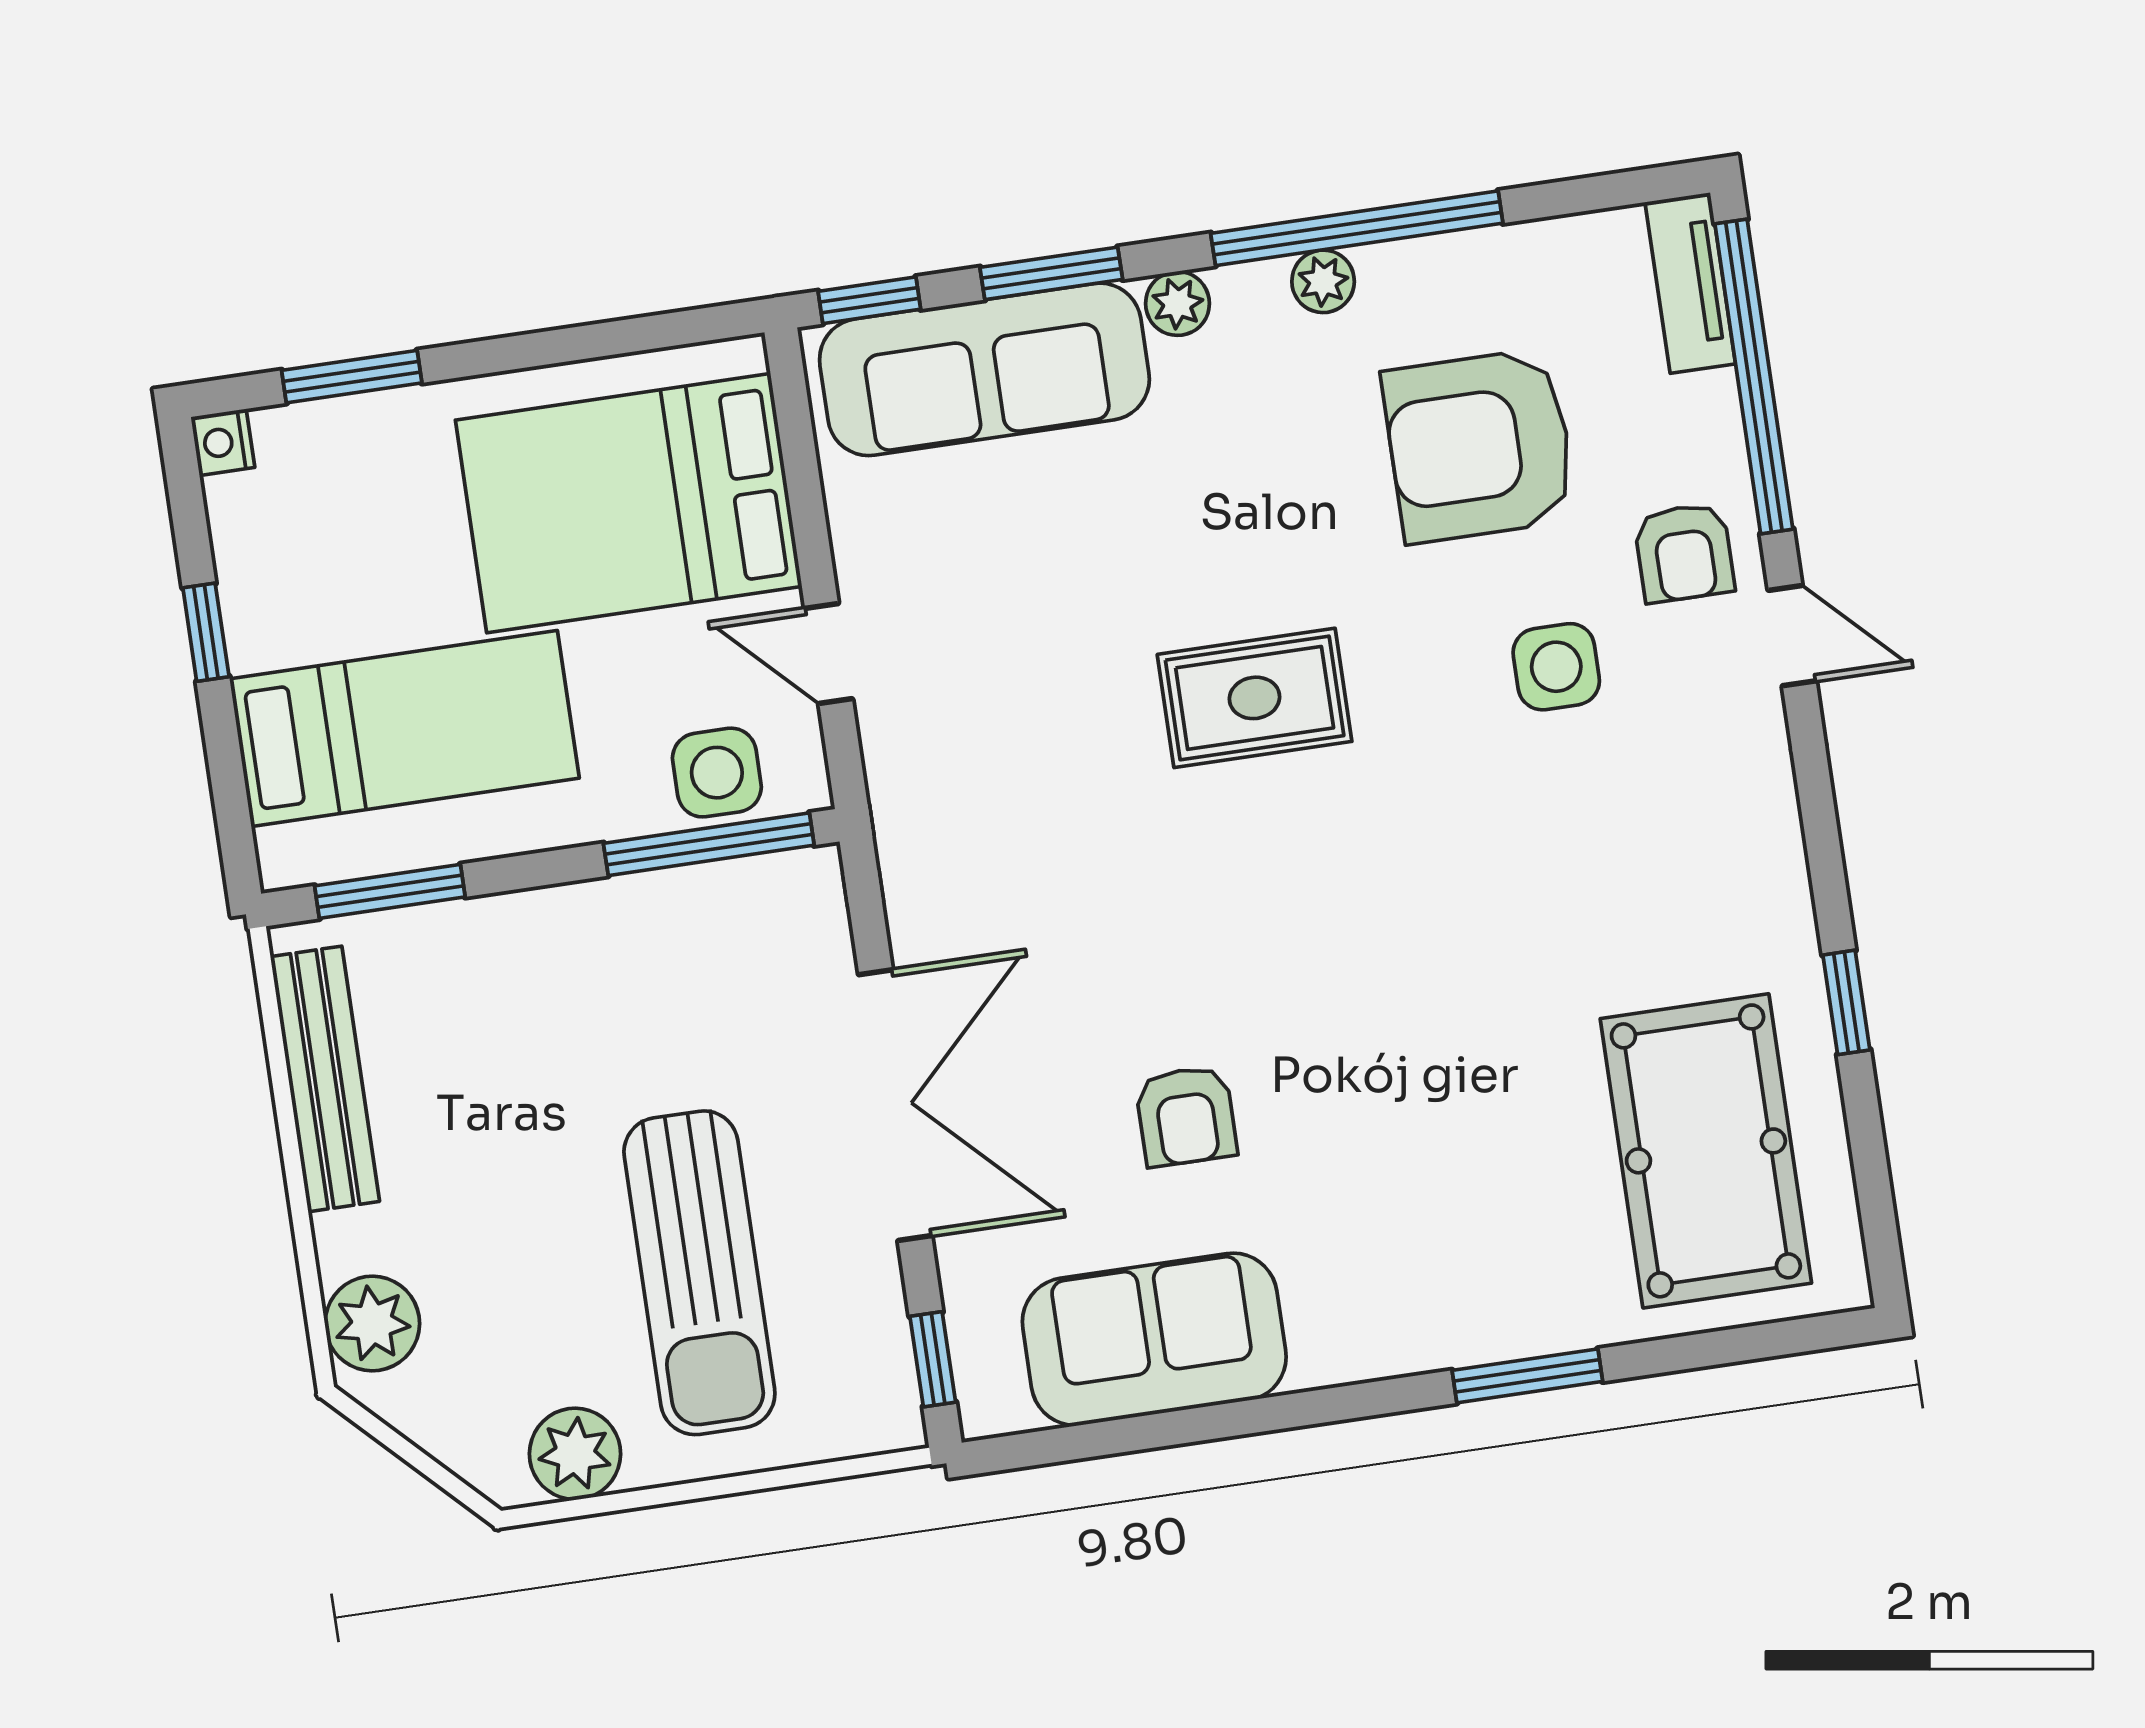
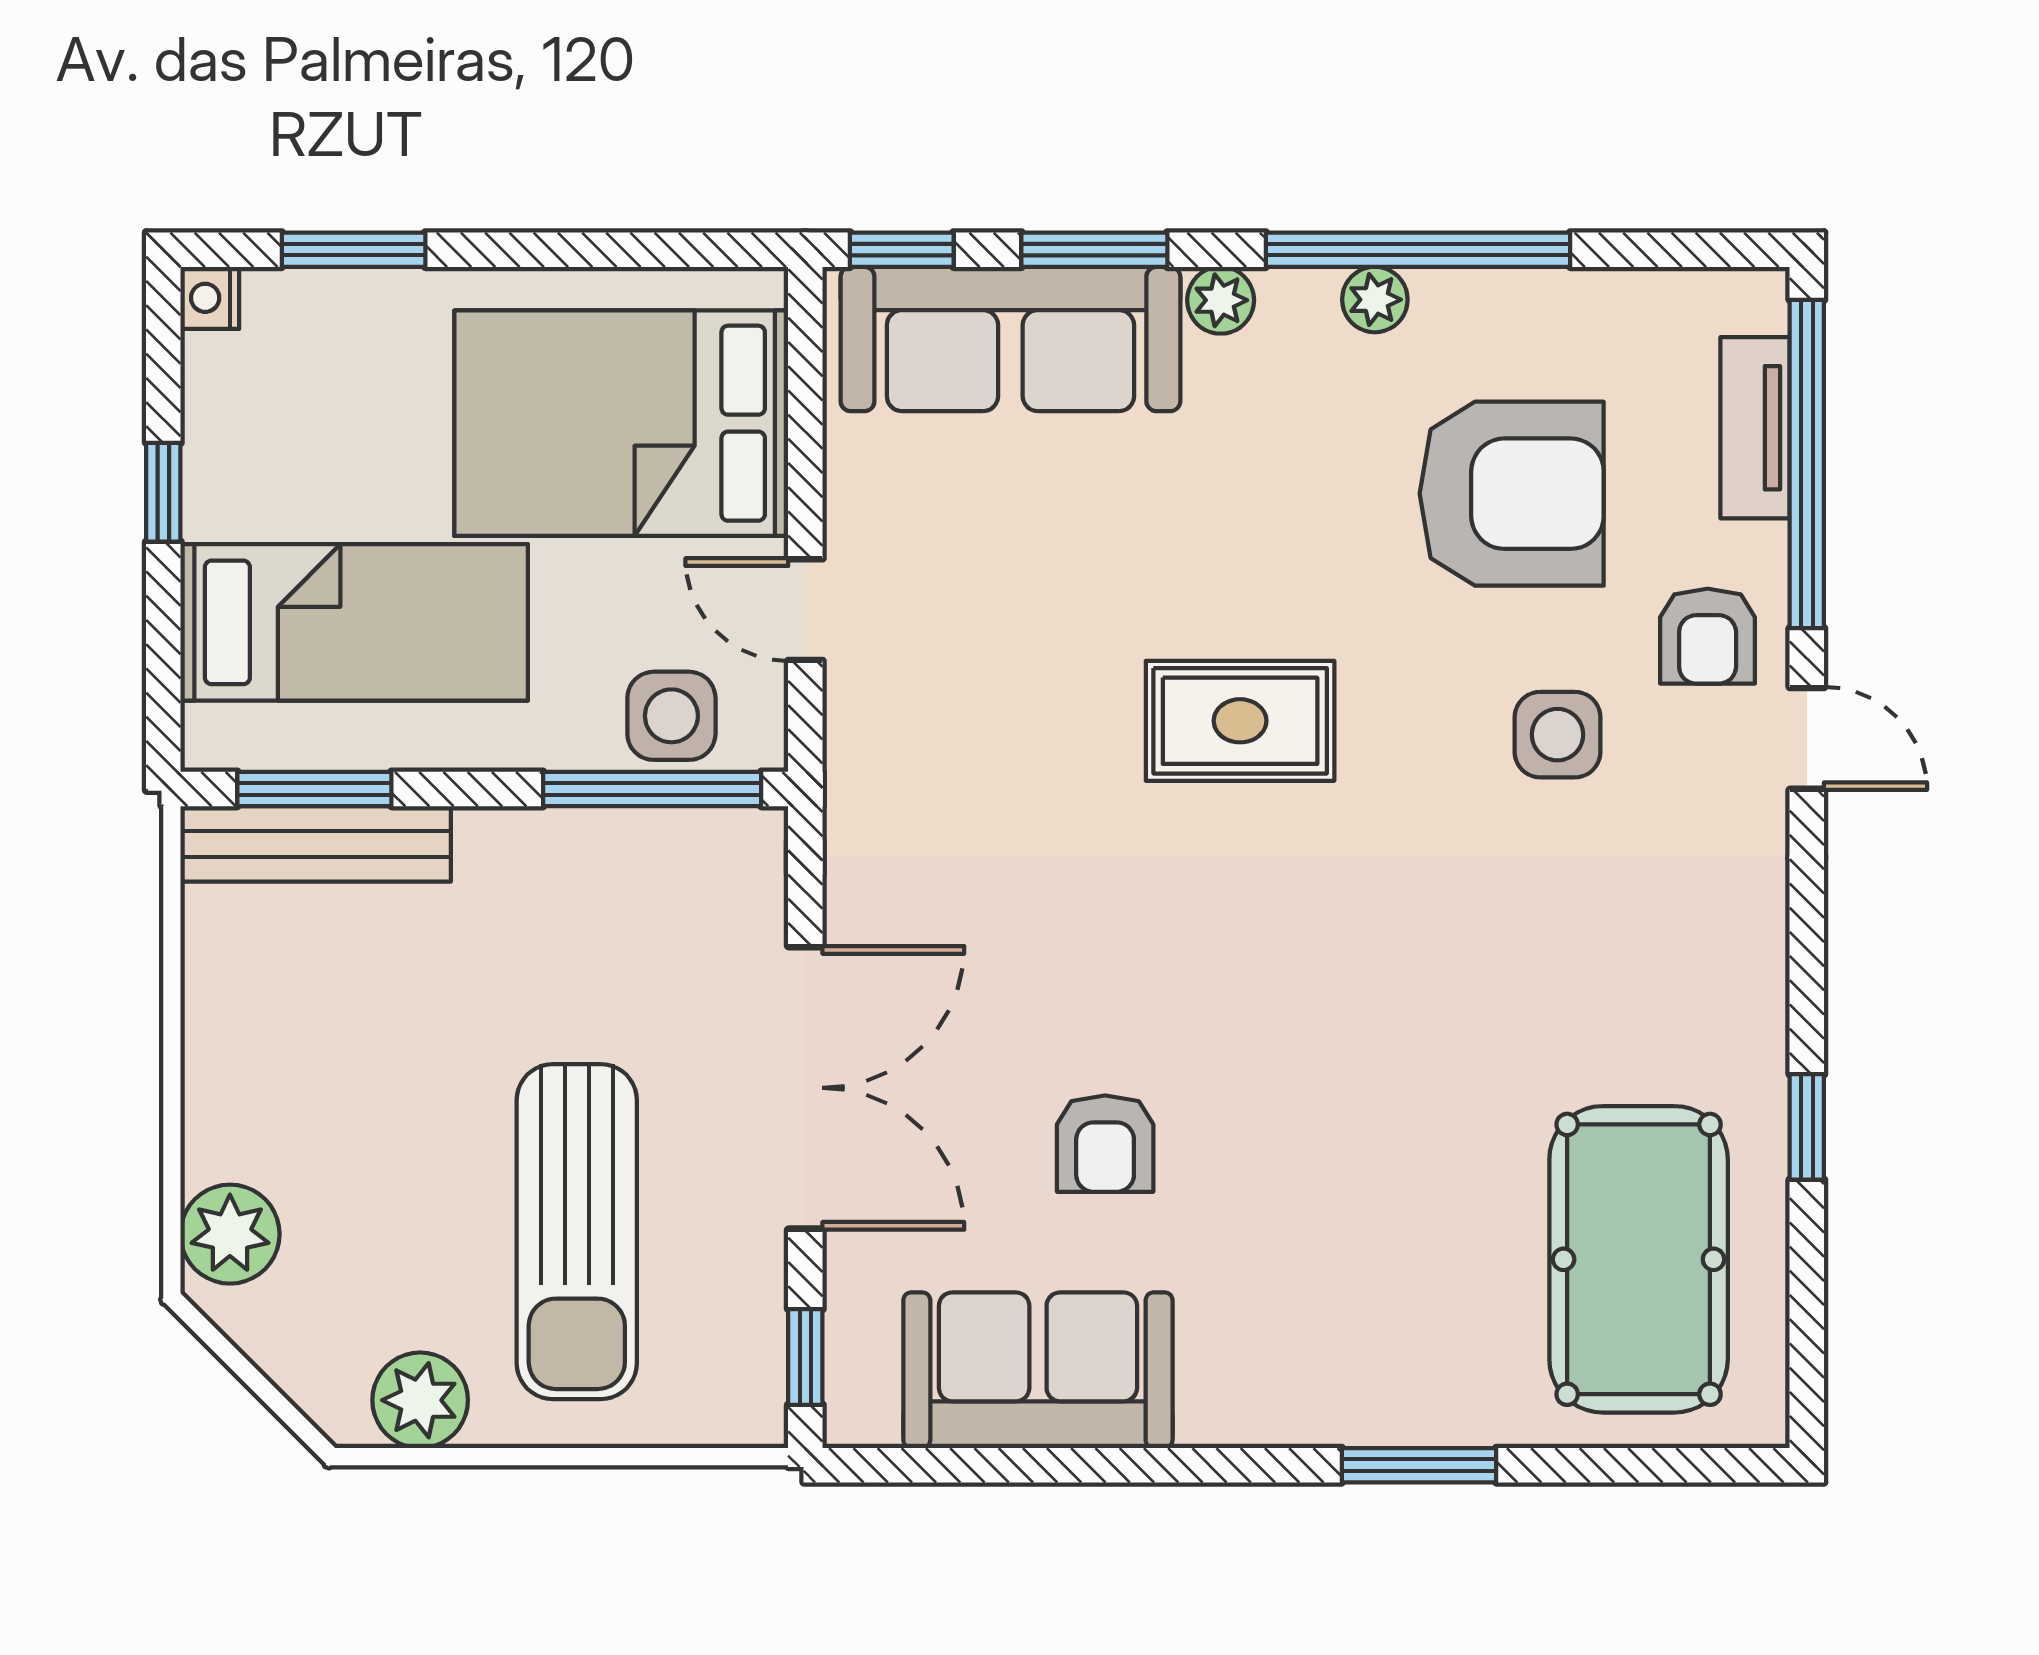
tv unit: (1690, 283) -> (1755, 428), moved
armchair: (1479, 446) -> (1512, 494), turned 180
bench: (325, 1079) -> (316, 844), moved, turned 90

